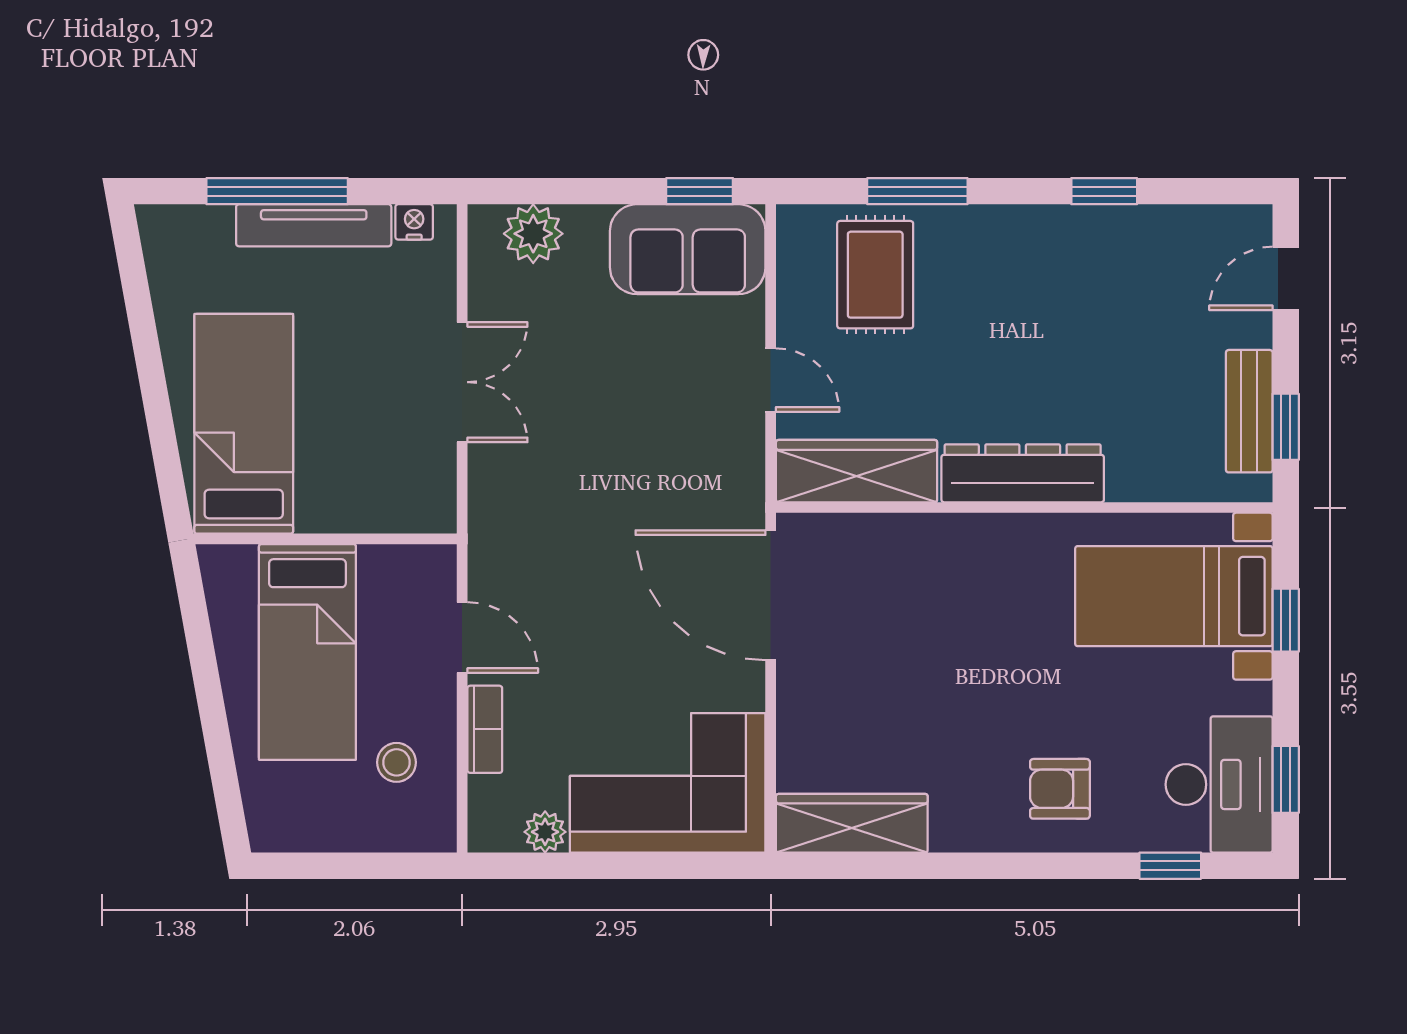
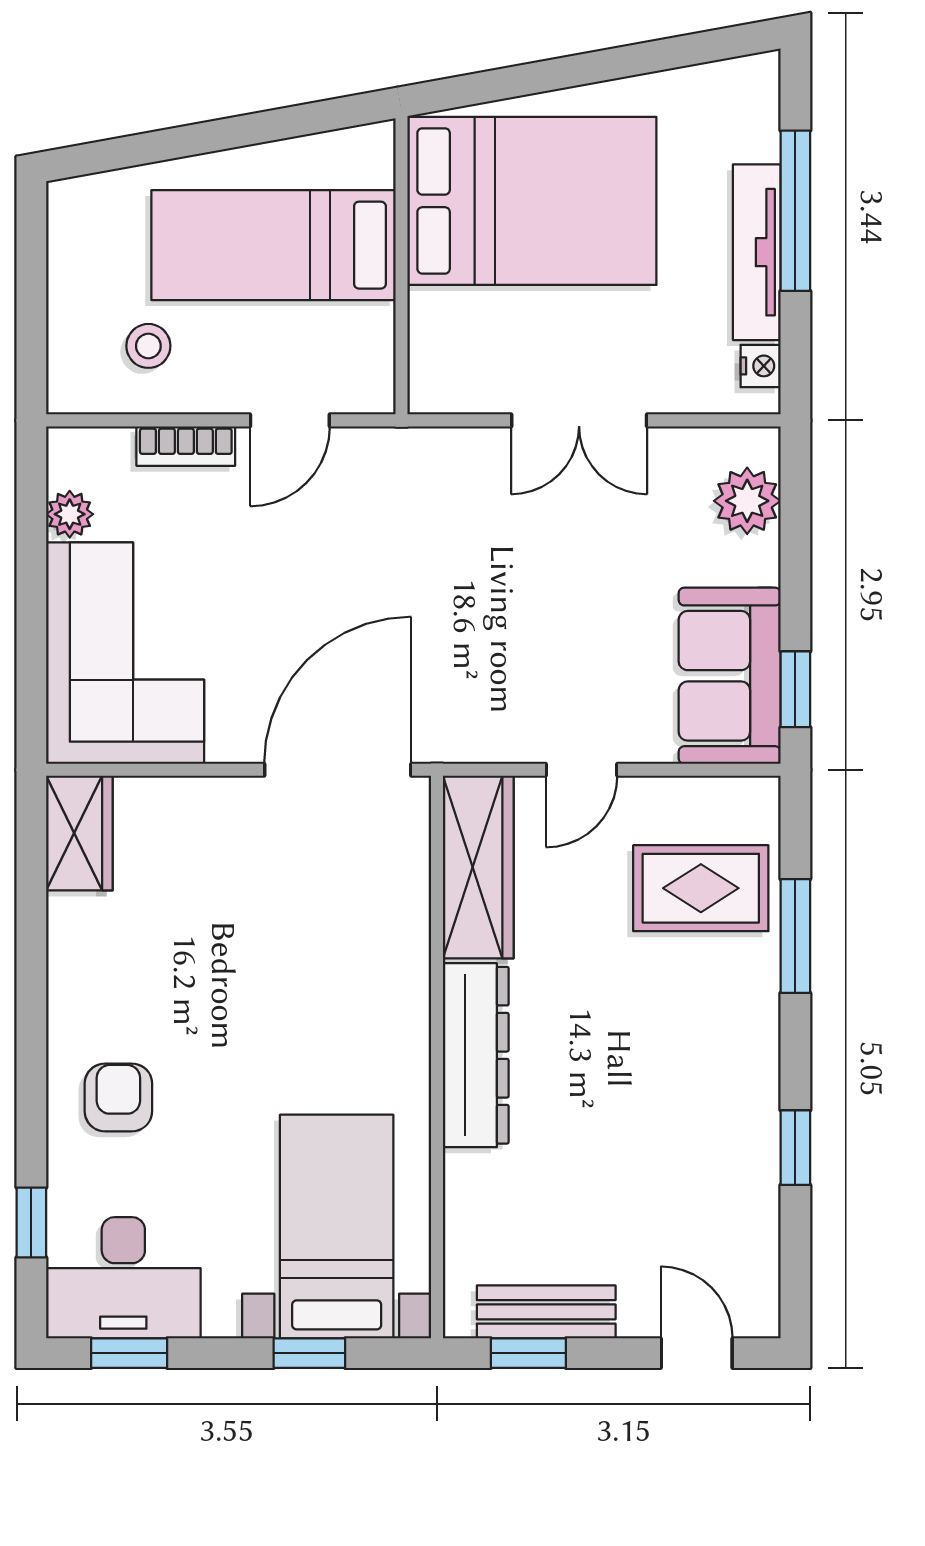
bed: (244, 424) -> (532, 201), width x1.50
wardrobe: (852, 823) -> (79, 833), width x0.67

